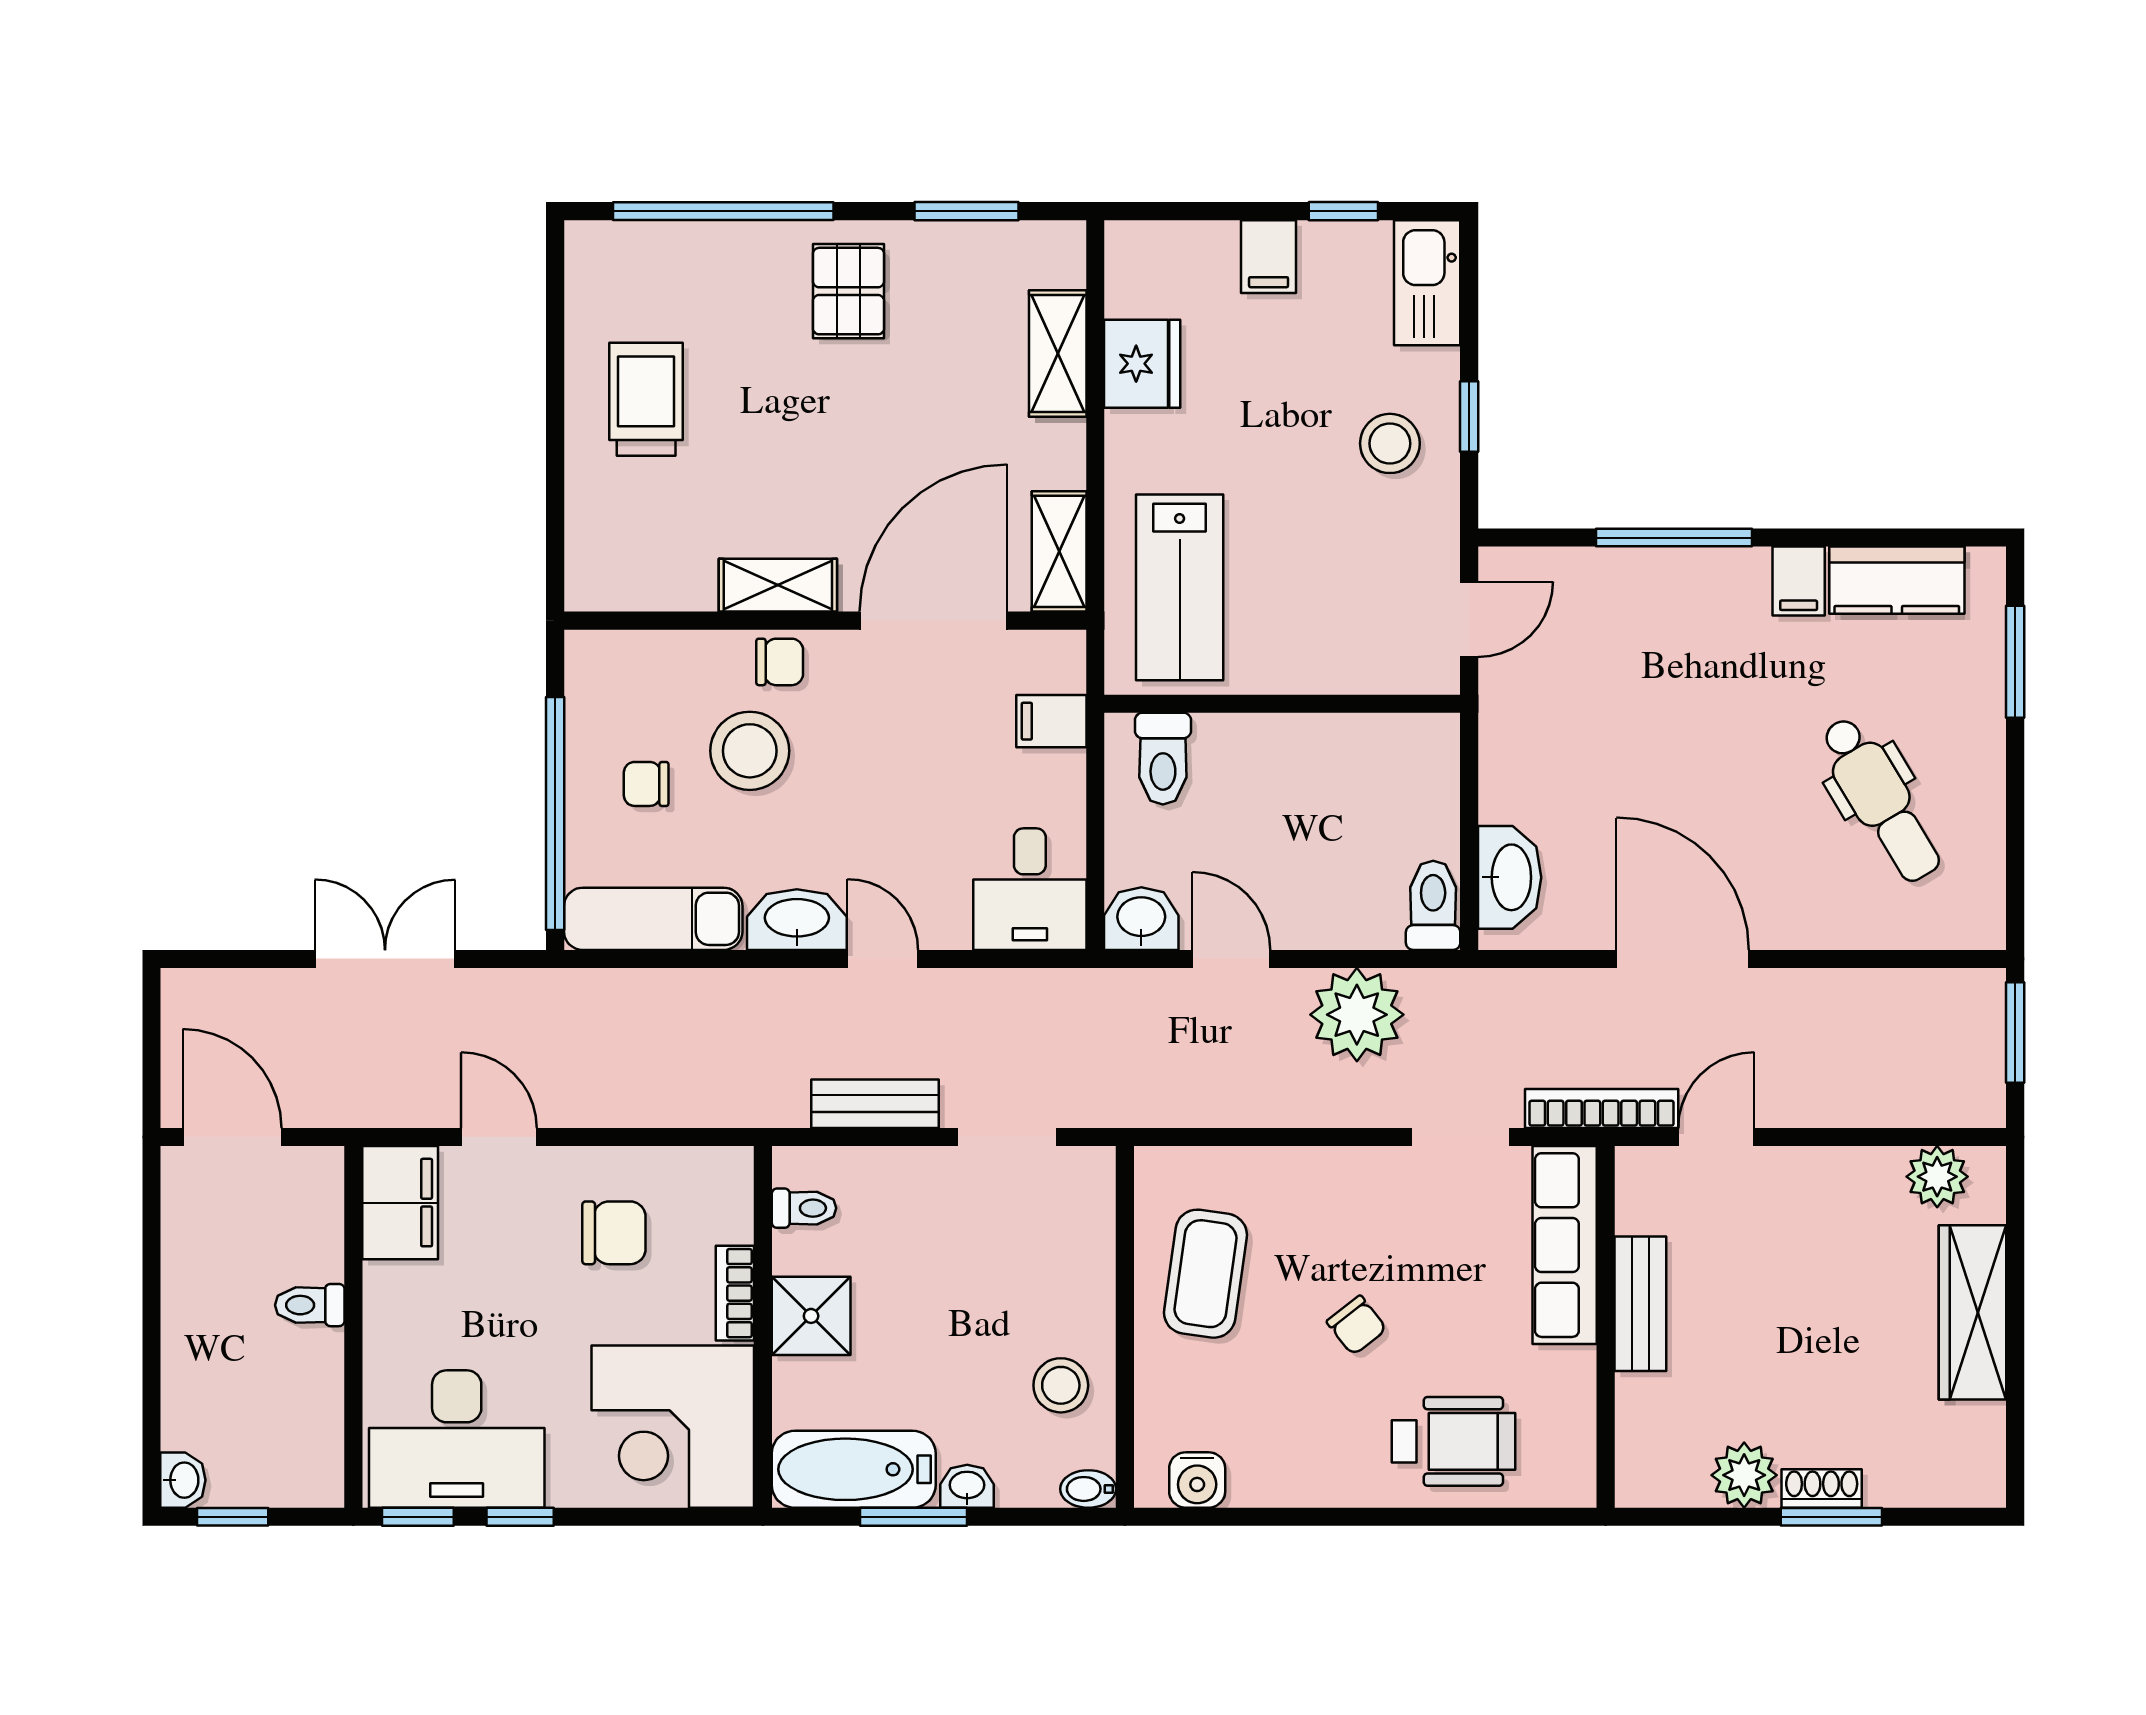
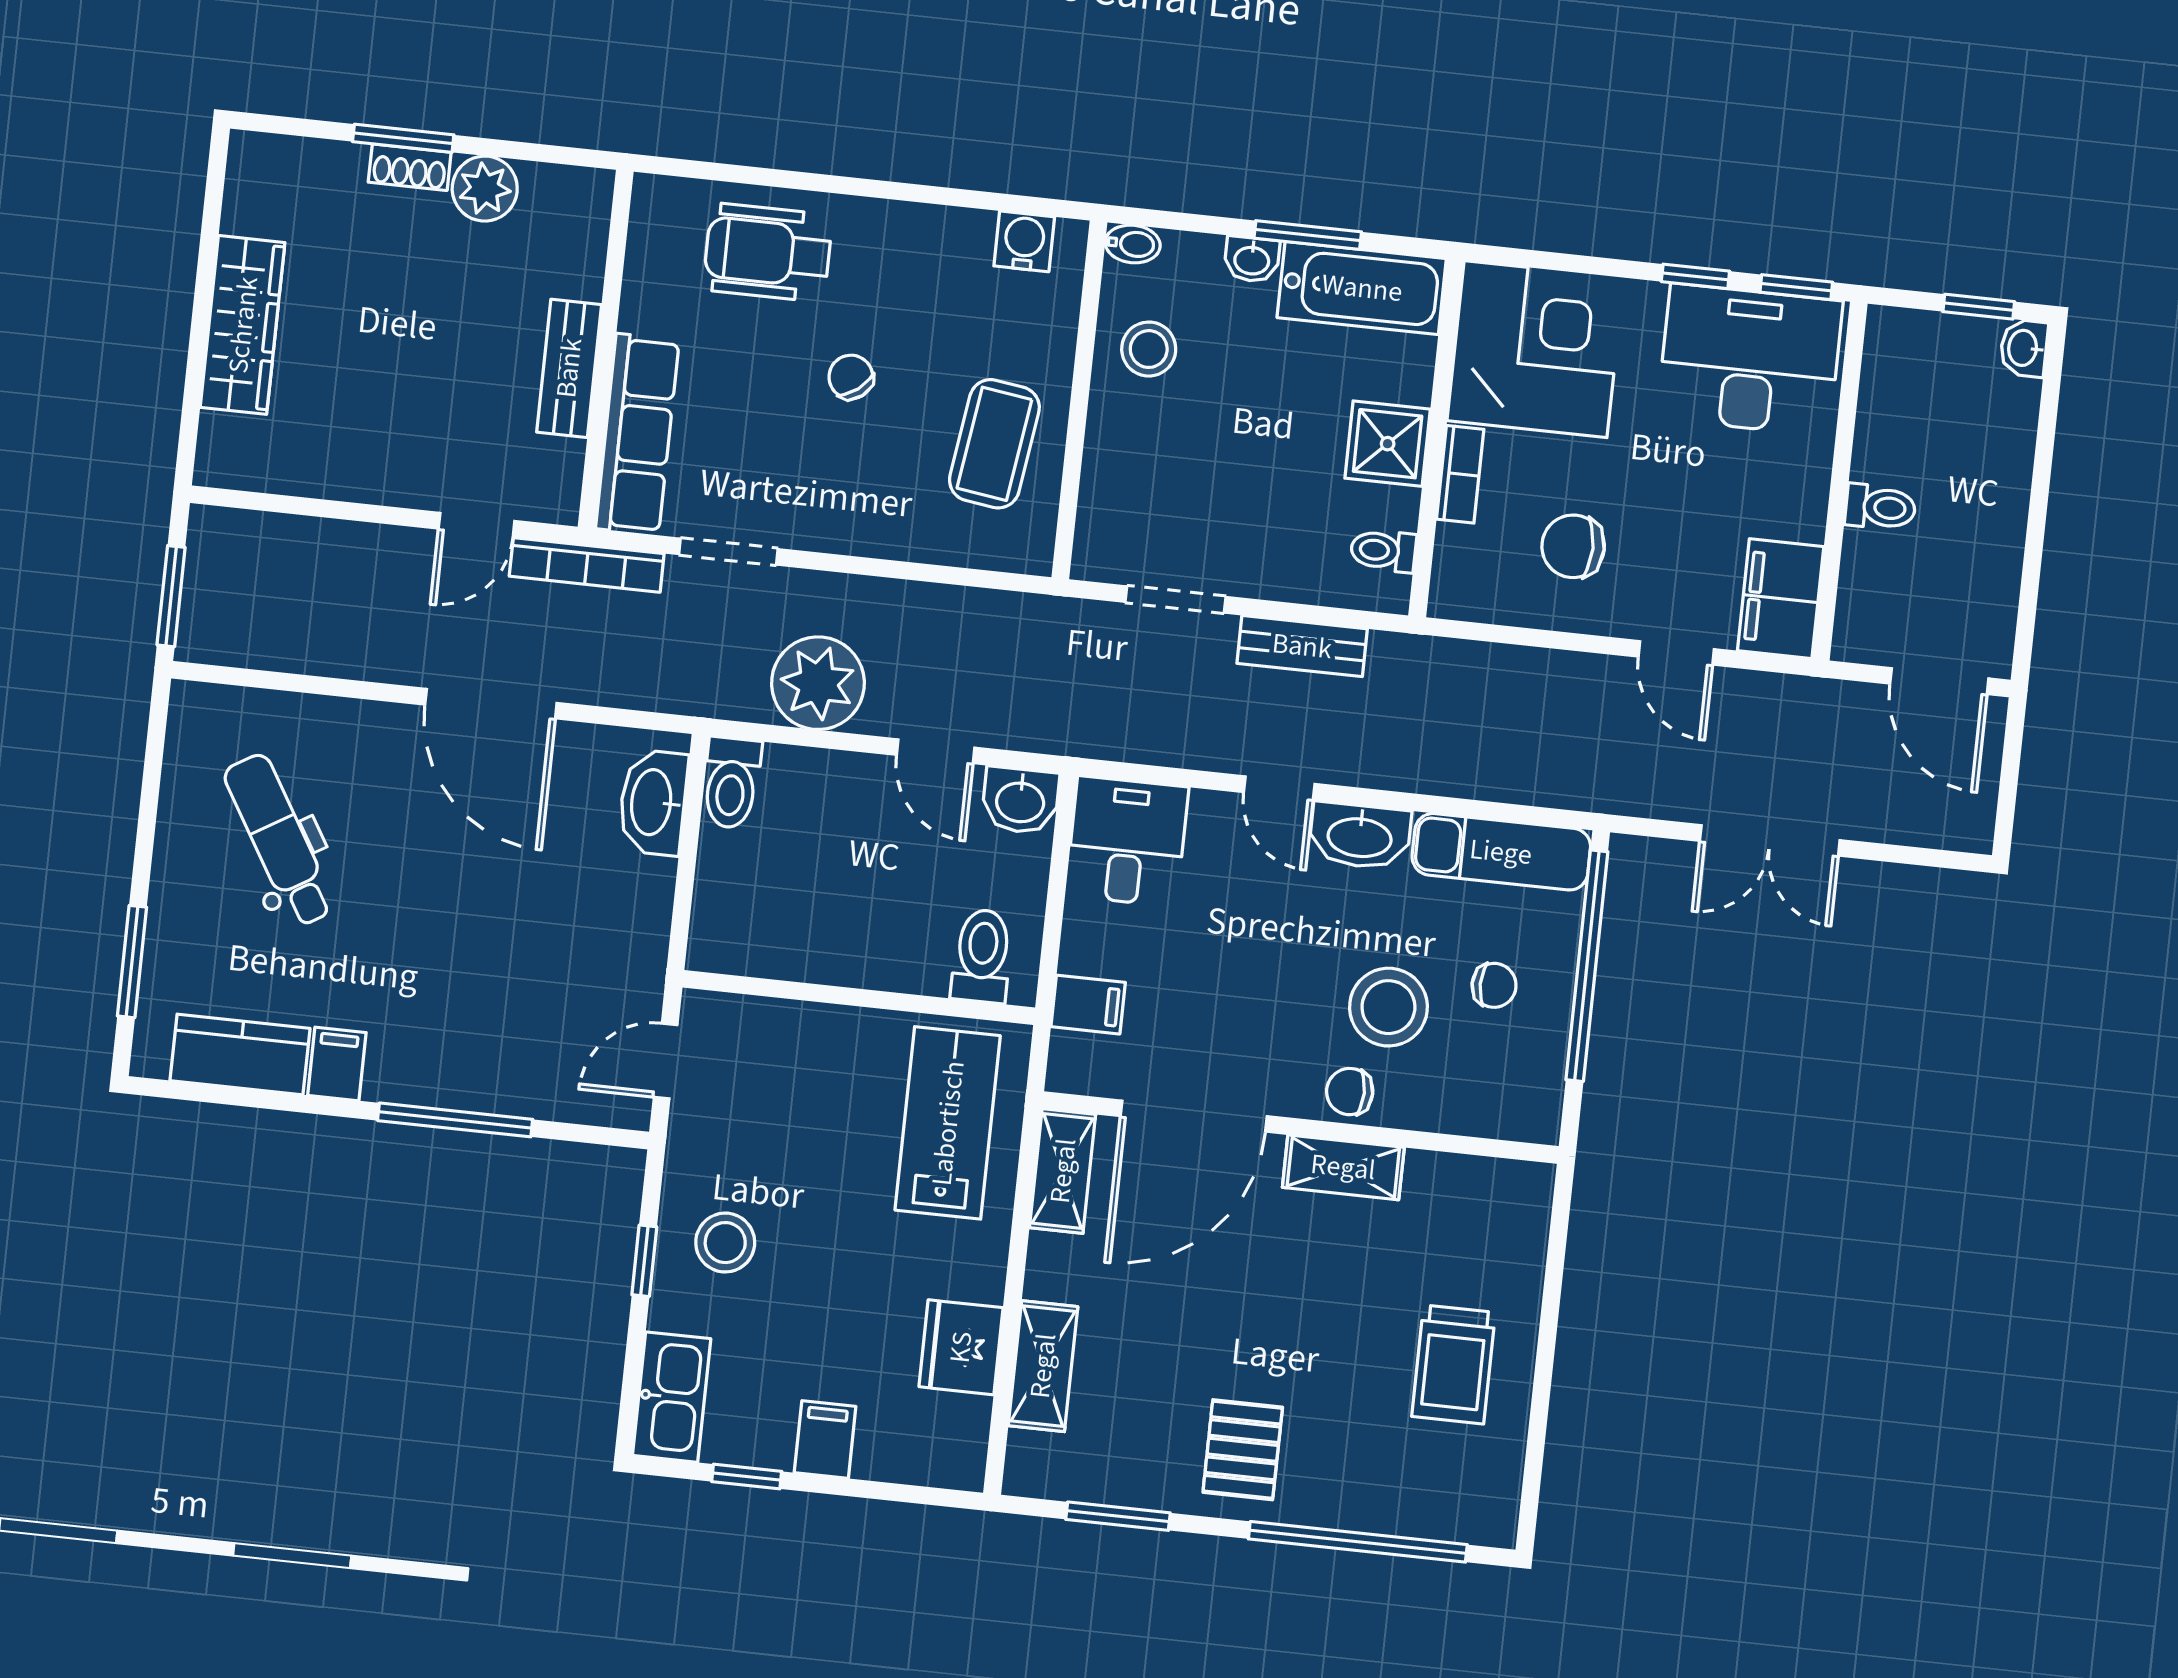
plant: (1937, 1177) -> (263, 462), removed

